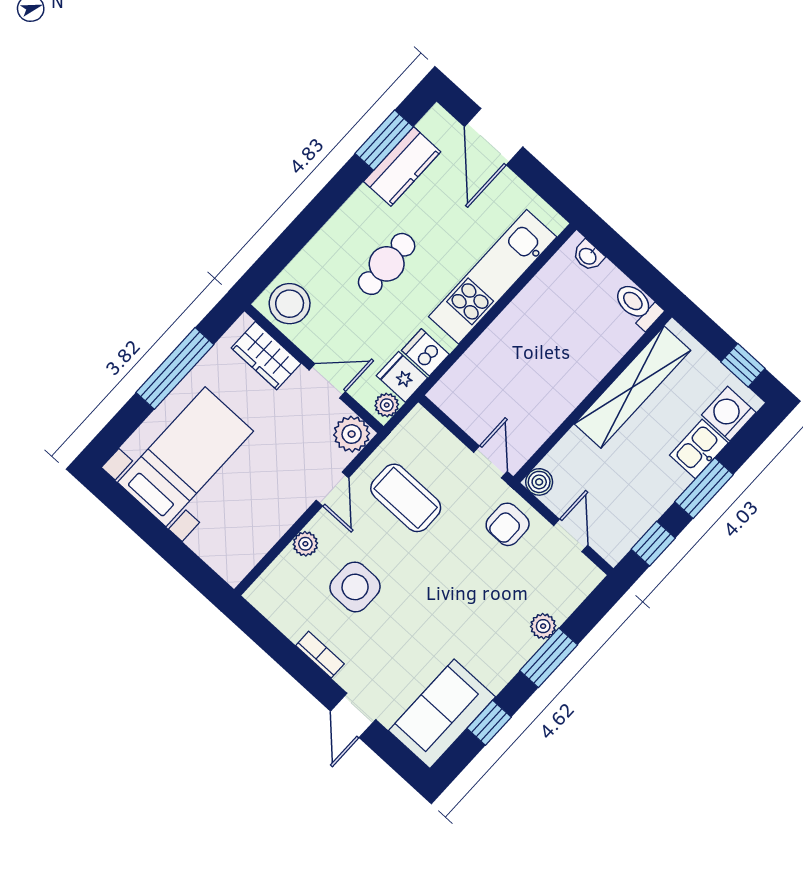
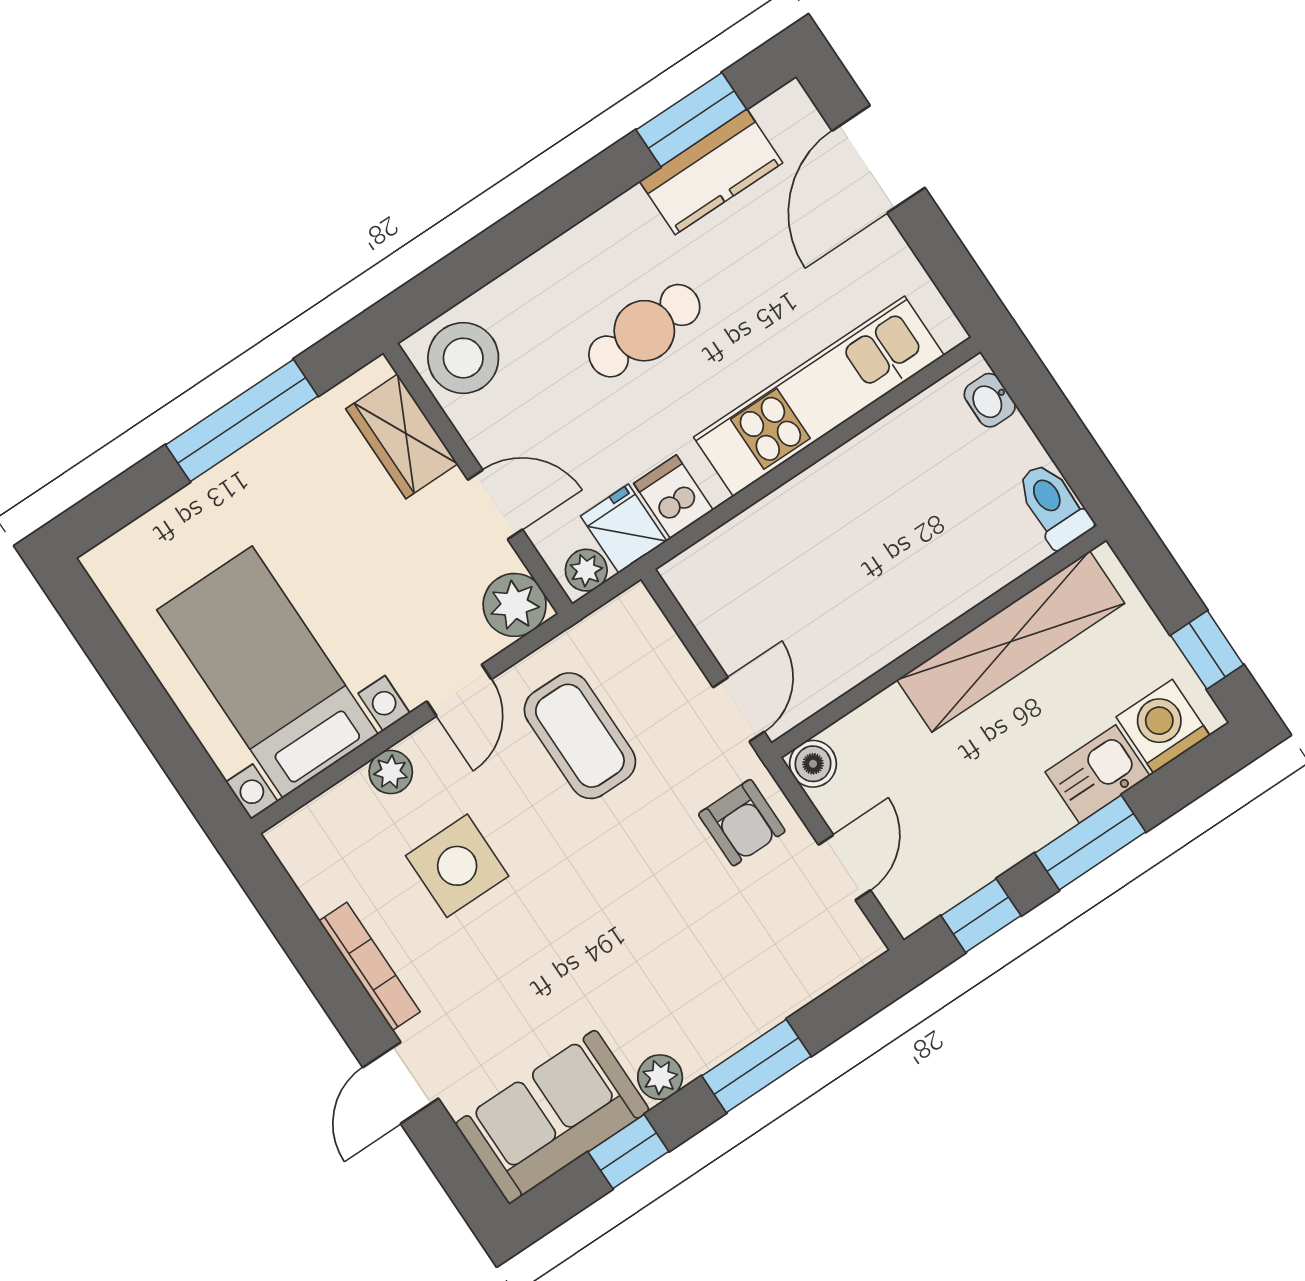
bed with nightstands: (186, 457) -> (267, 672), moved, turned -90
armchair: (508, 524) -> (742, 823), turned -90
plant: (543, 626) -> (660, 1077), moved
bookcase: (320, 655) -> (369, 966), width x1.56

